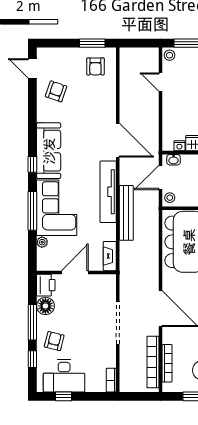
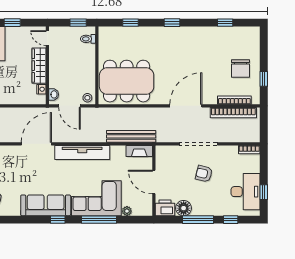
bench: (126, 213) -> (131, 136), moved
armchair: (54, 341) -> (204, 174), moved

